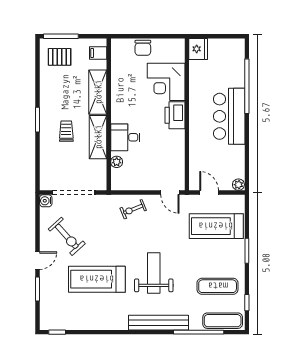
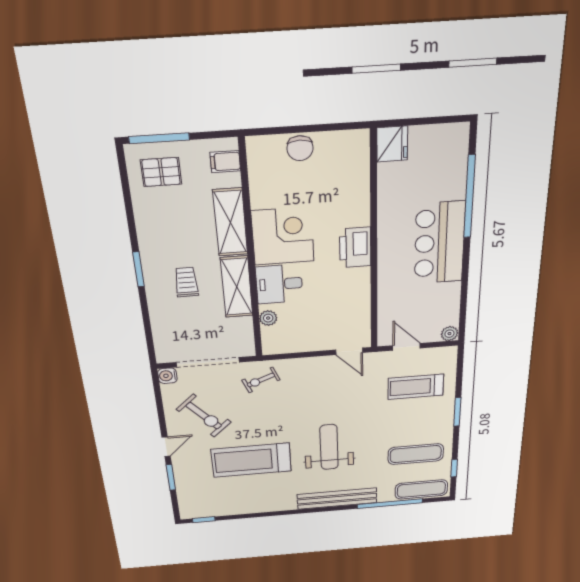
corner desk: (166, 82) -> (283, 236), moved, turned 180
exercise bike: (133, 209) -> (261, 380), moved
treadmill: (216, 226) -> (416, 387), width x0.73, depth x0.73

